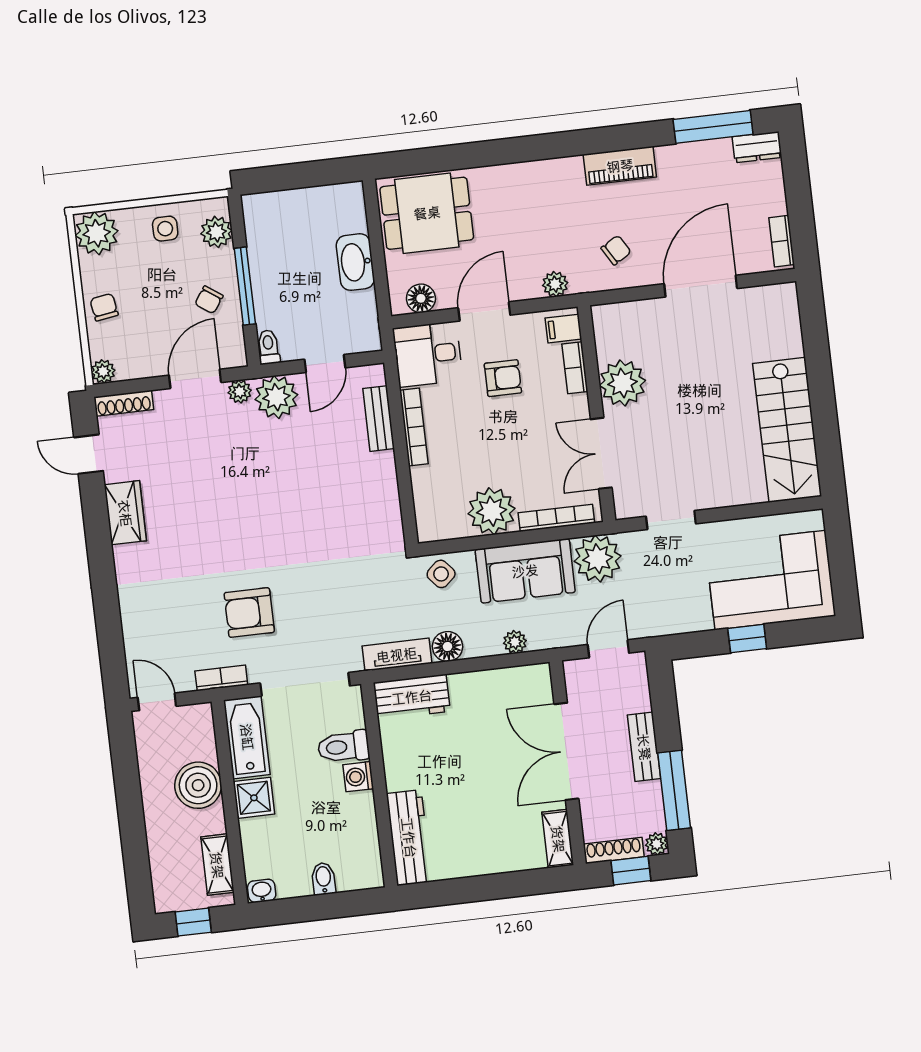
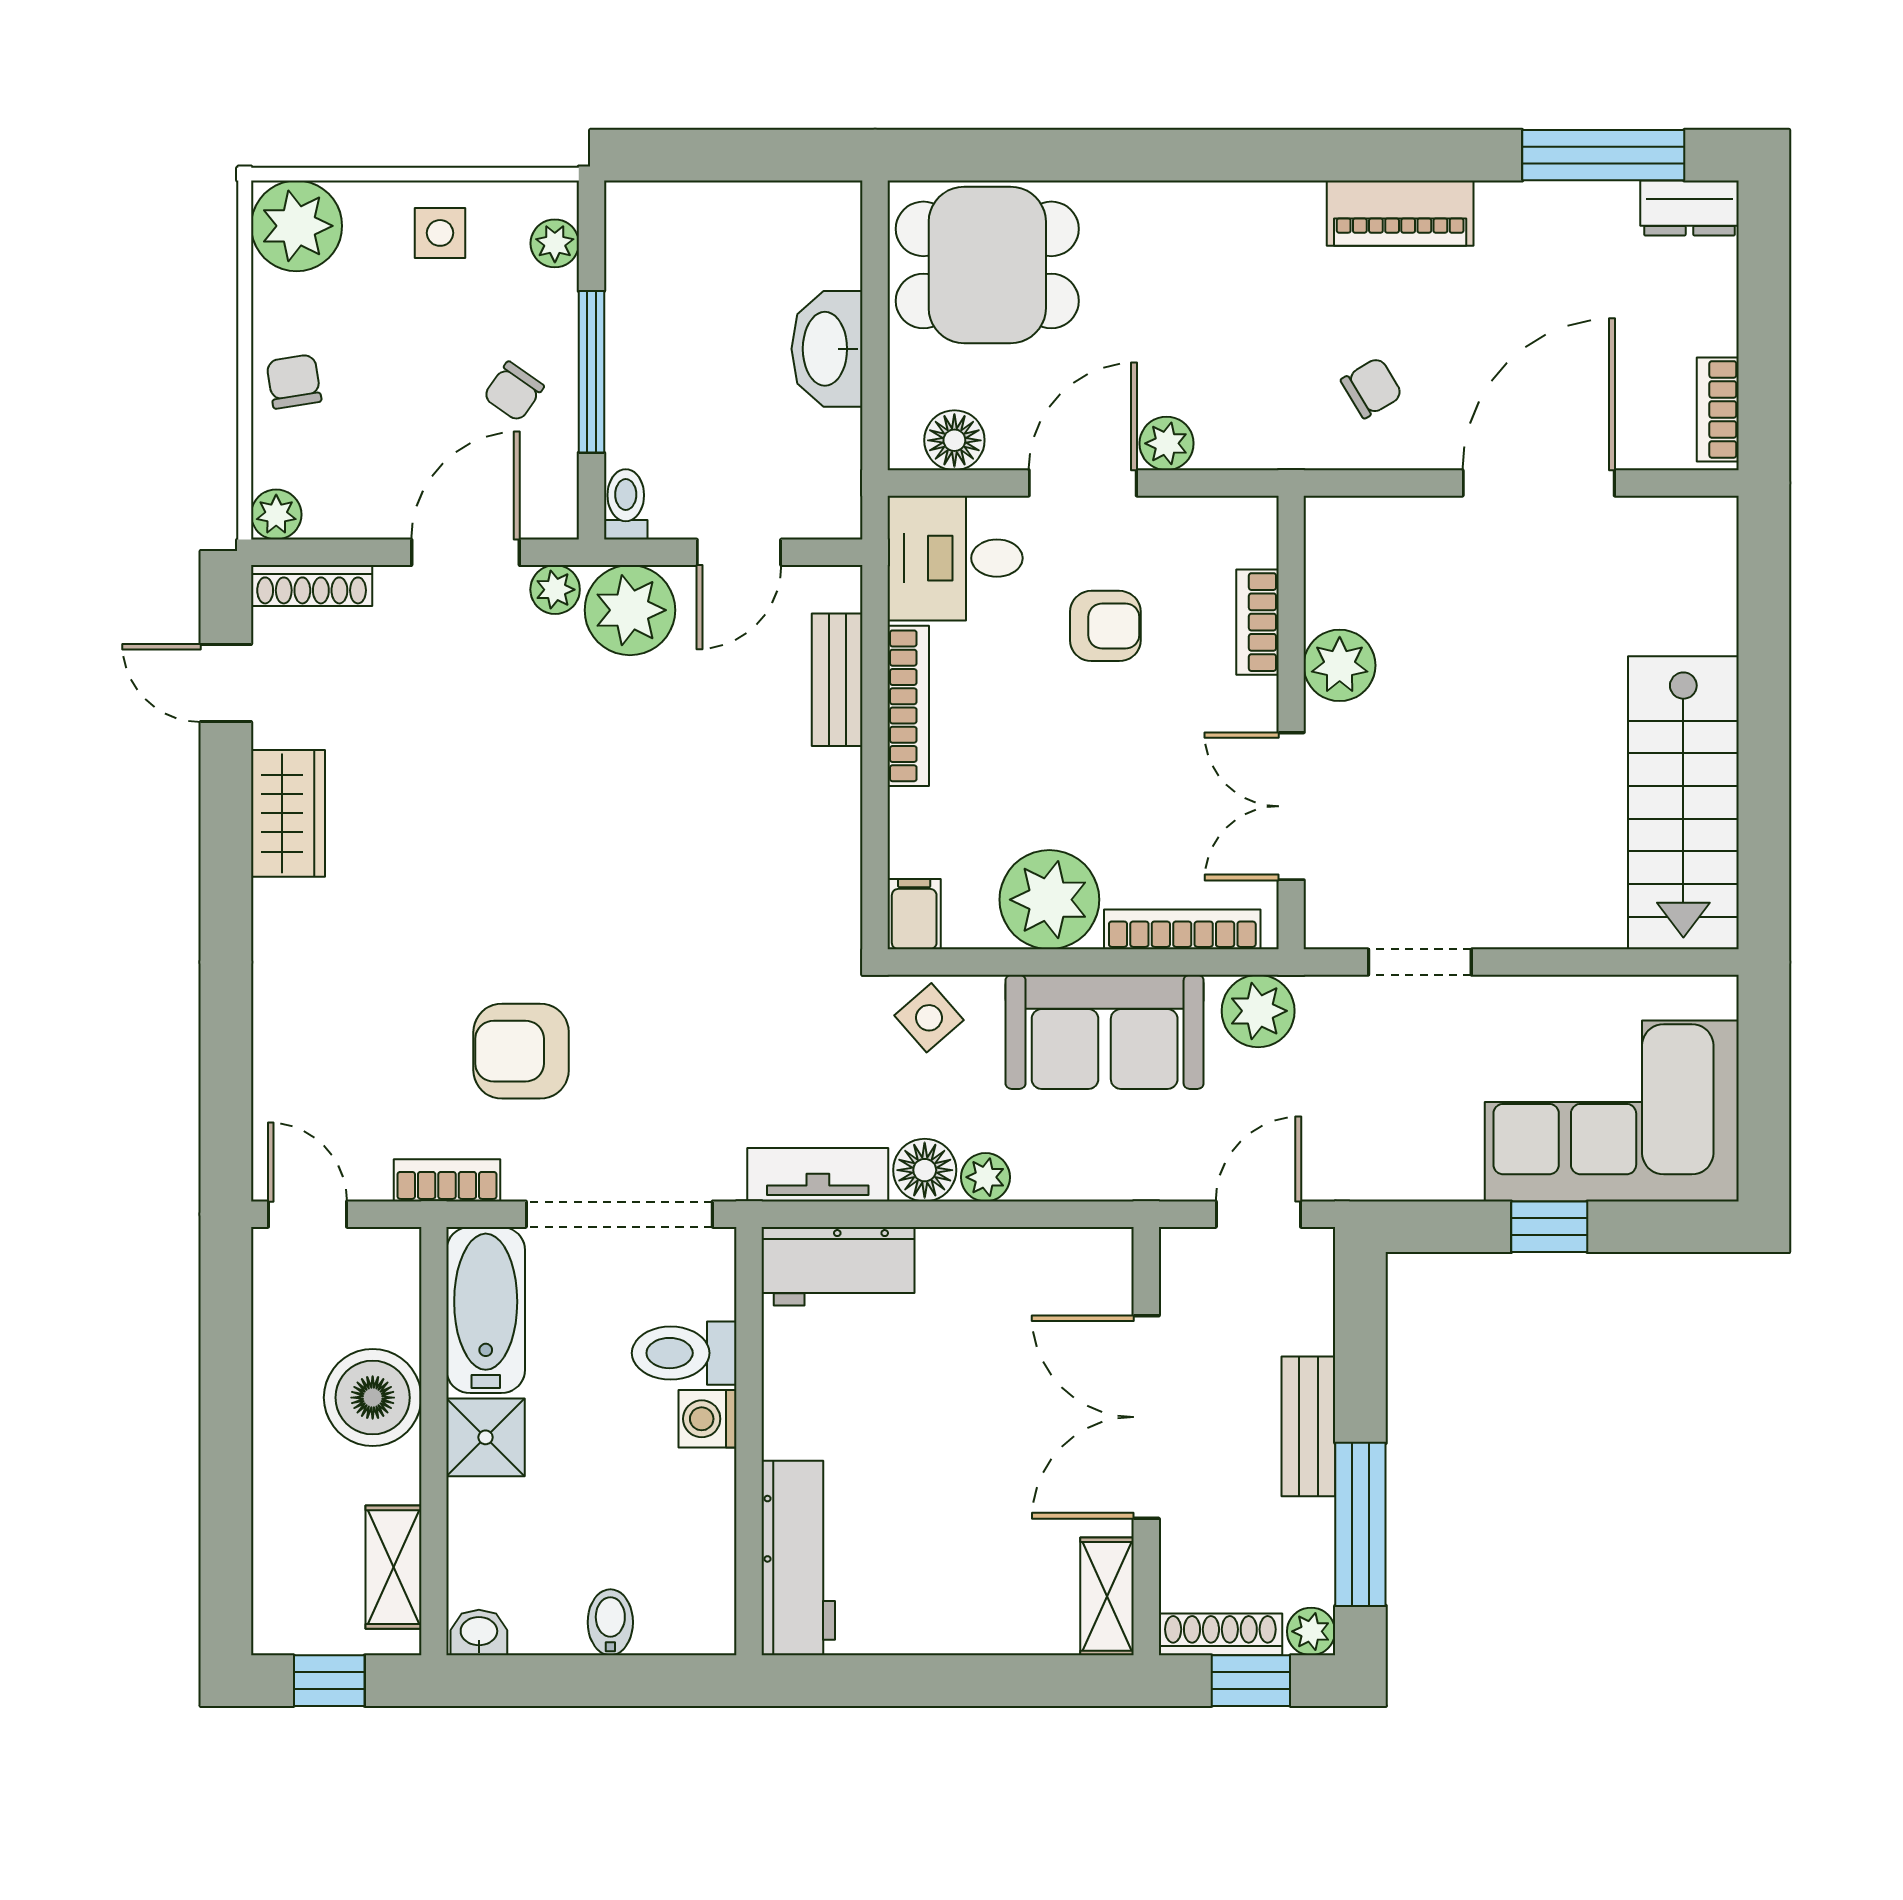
plant: (216, 232) -> (555, 243), width x0.73, depth x0.73
plant: (555, 284) -> (1167, 443), moved
filing cabinet: (563, 329) -> (914, 914), moved, turned 90
plant: (622, 383) -> (1340, 665), width x0.73, depth x0.73
plant: (598, 559) -> (1258, 1011), width x0.73, depth x0.73
plant: (515, 642) -> (986, 1177), moved

